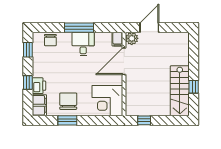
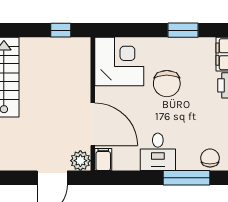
window: (79, 28) -> (187, 178), moved
door: (124, 61) -> (93, 124), hinge flipped
chair: (68, 101) -> (167, 84), moved

